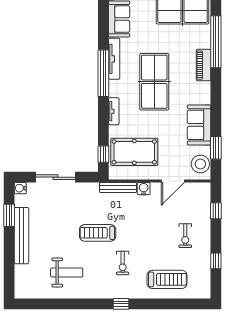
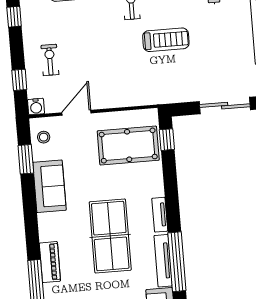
window: (103, 73) -> (177, 262), moved
tv unit: (114, 111) -> (160, 215), moved
stool: (200, 164) -> (44, 137), width x0.53, depth x0.53
bench: (118, 188) -> (145, 99), removed
water cooler: (144, 189) -> (36, 107), moved
exercise bike: (185, 236) -> (50, 60), moved

